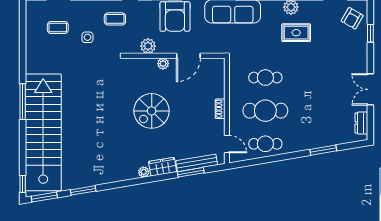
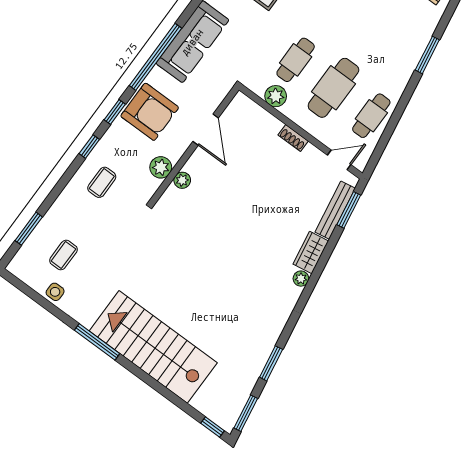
side table: (87, 37) -> (55, 292), moved
plant: (163, 64) -> (182, 180), moved
plant: (237, 81) -> (276, 96), added
window: (23, 102) -> (97, 342), moved
spiral stairs: (152, 111) -> (238, 218), removed
stairs: (43, 132) -> (153, 347), width x0.73
window: (191, 172) -> (349, 210), moved

